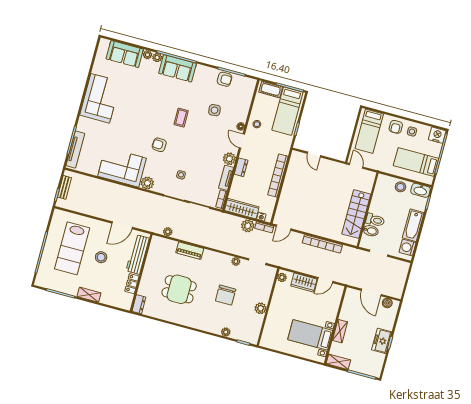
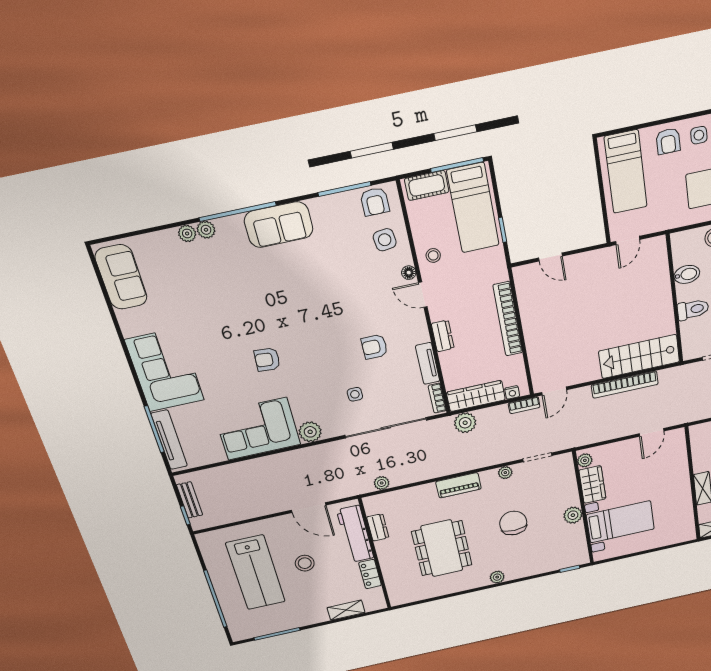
sofa: (125, 54) -> (121, 277), moved, turned -90
sofa: (178, 68) -> (279, 225), moved
armchair: (225, 79) -> (375, 202), moved, turned 90
corner sofa: (100, 98) -> (165, 370), moved
side table: (215, 110) -> (385, 240), moved
coffee table: (181, 118) -> (304, 308), removed
armchair: (159, 145) -> (267, 360), moved
armchair: (204, 155) -> (374, 347), added
plant: (229, 159) -> (417, 332), removed
door: (356, 166) -> (628, 240), swing flipped
stairs: (356, 214) -> (639, 357), moved, turned 90
door: (122, 225) -> (309, 508), hinge flipped
plant: (248, 226) -> (465, 423), moved
bidet: (371, 231) -> (687, 274), moved
piano: (190, 251) -> (459, 485), moved
wardrobe: (304, 282) -> (592, 485), moved, turned -90
dining table: (179, 289) -> (442, 548), width x1.38
shelving: (89, 295) -> (346, 610), moved
chair: (226, 295) -> (513, 523), turned 180
dresser: (139, 304) -> (378, 527), moved
plant: (226, 332) -> (497, 577), moved
bed with nightstands: (310, 335) -> (620, 522), moved, turned 180

